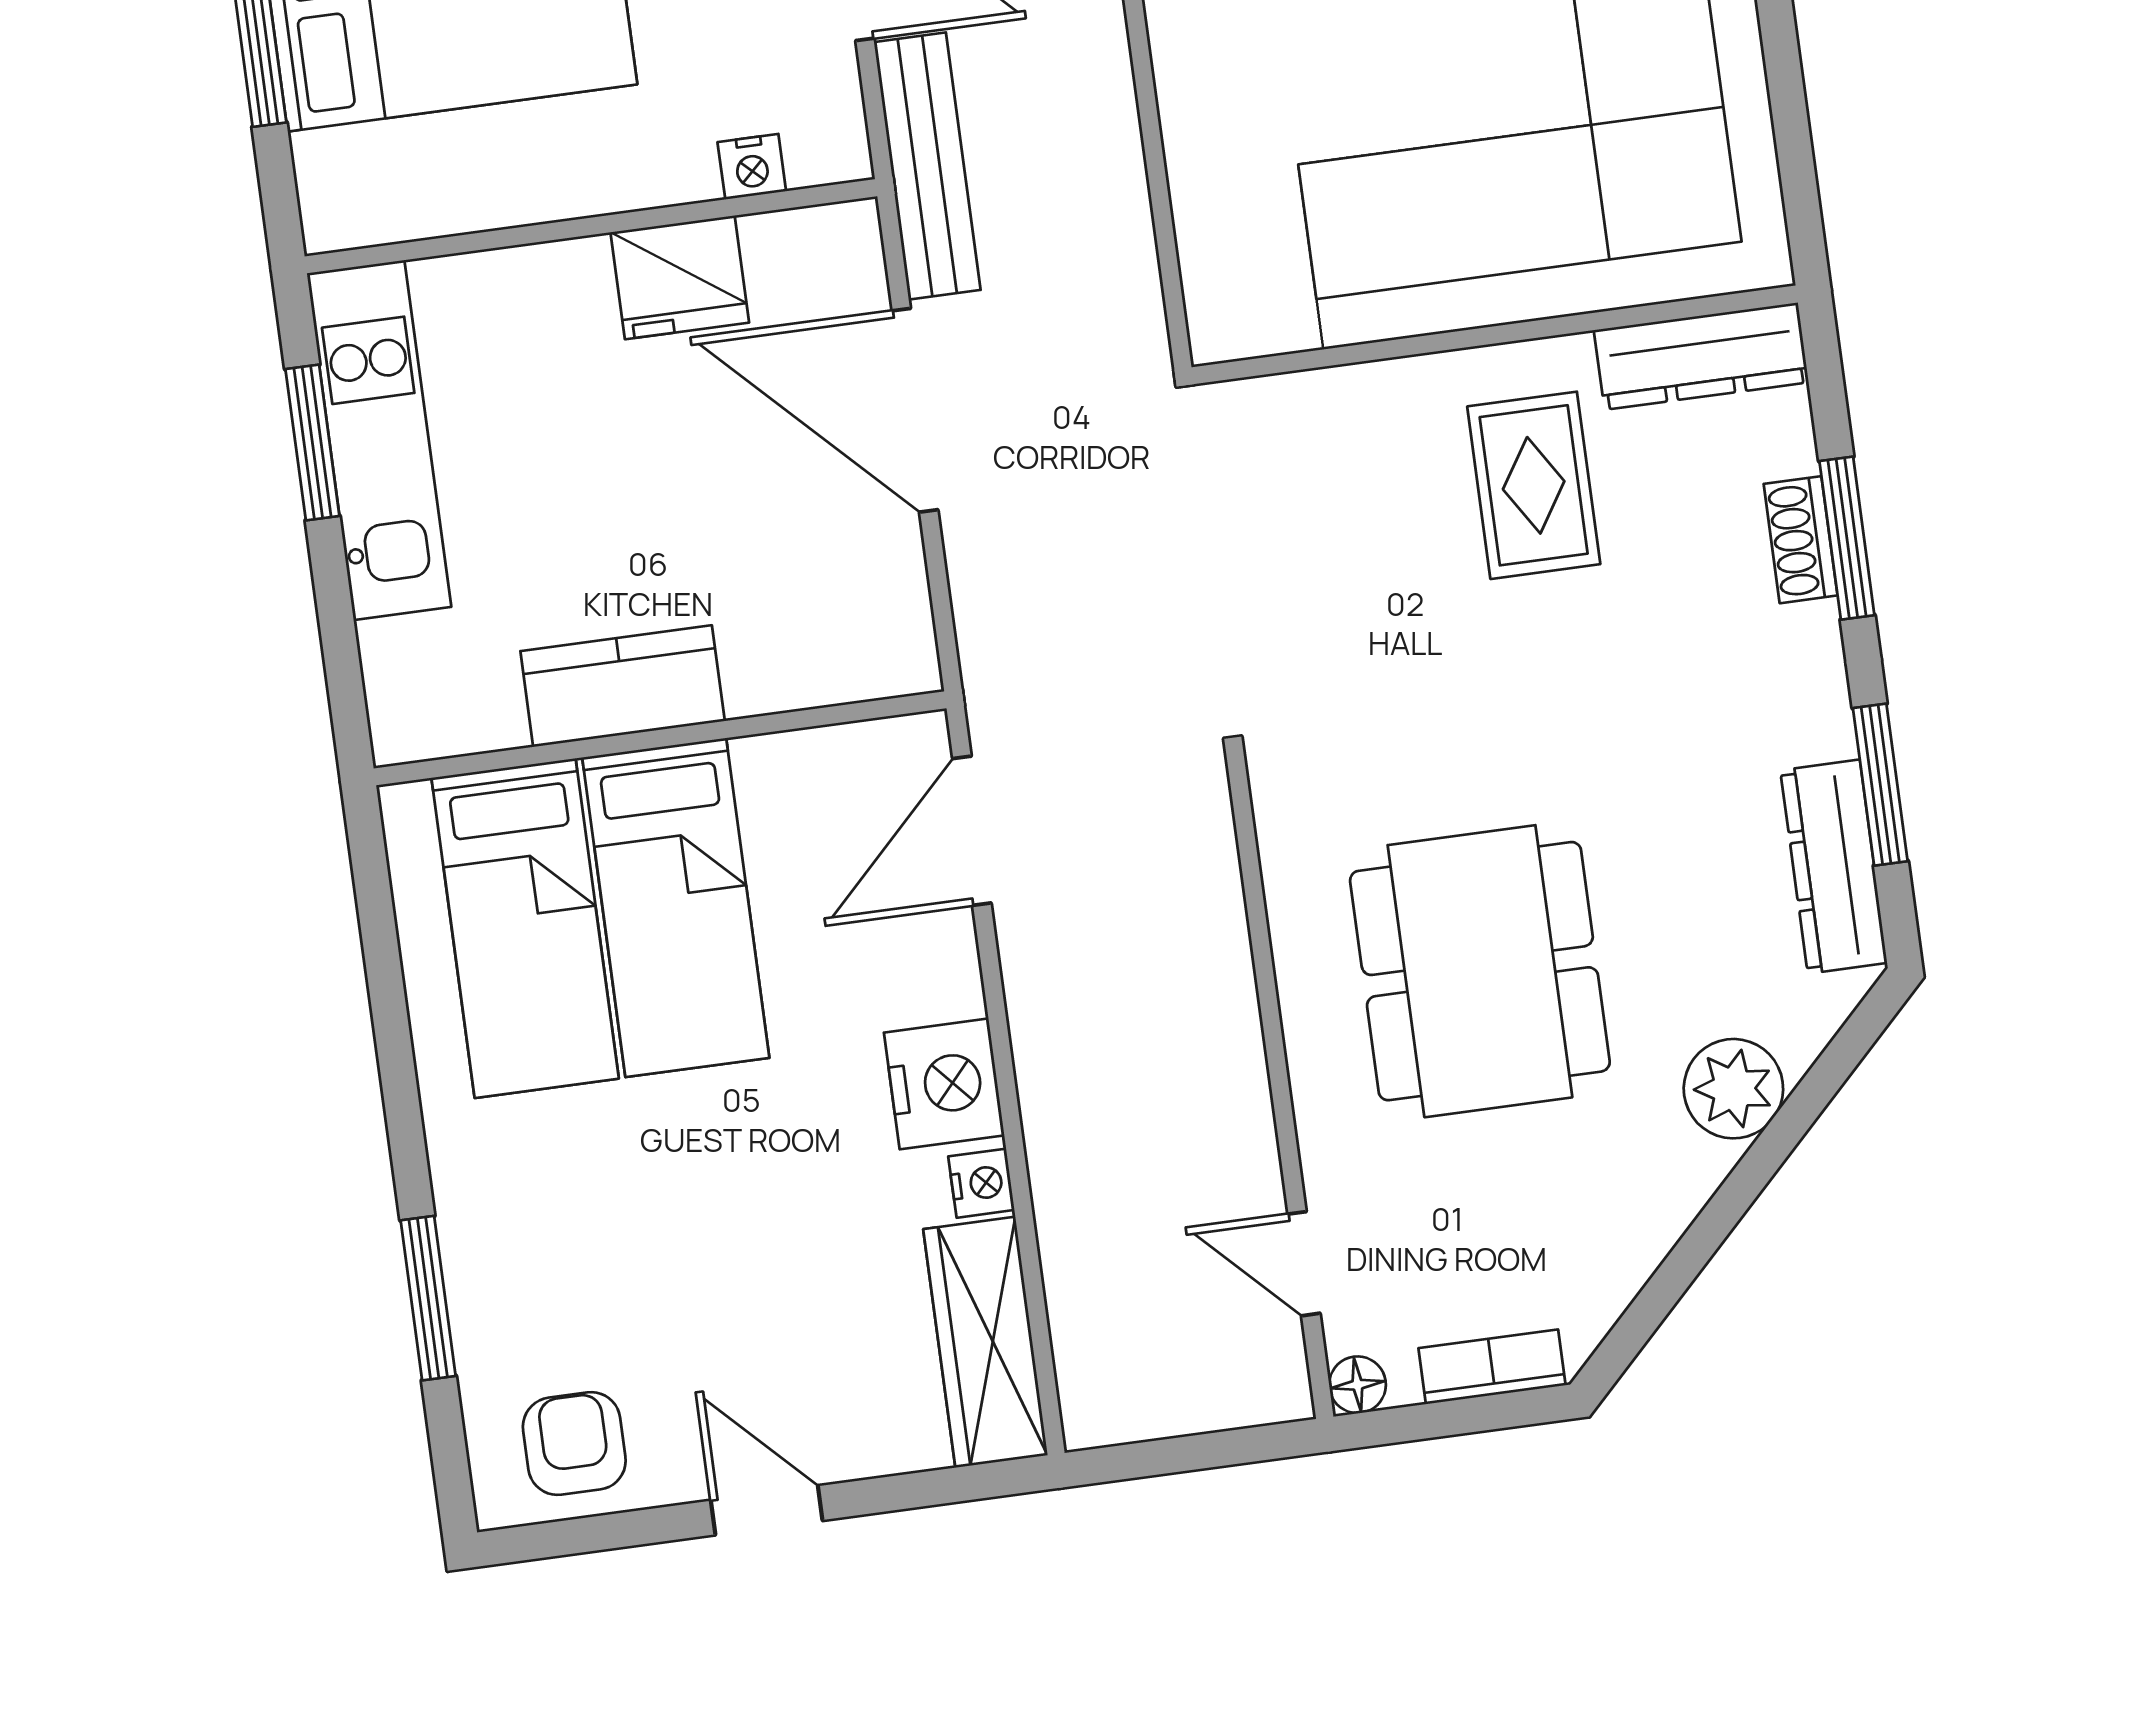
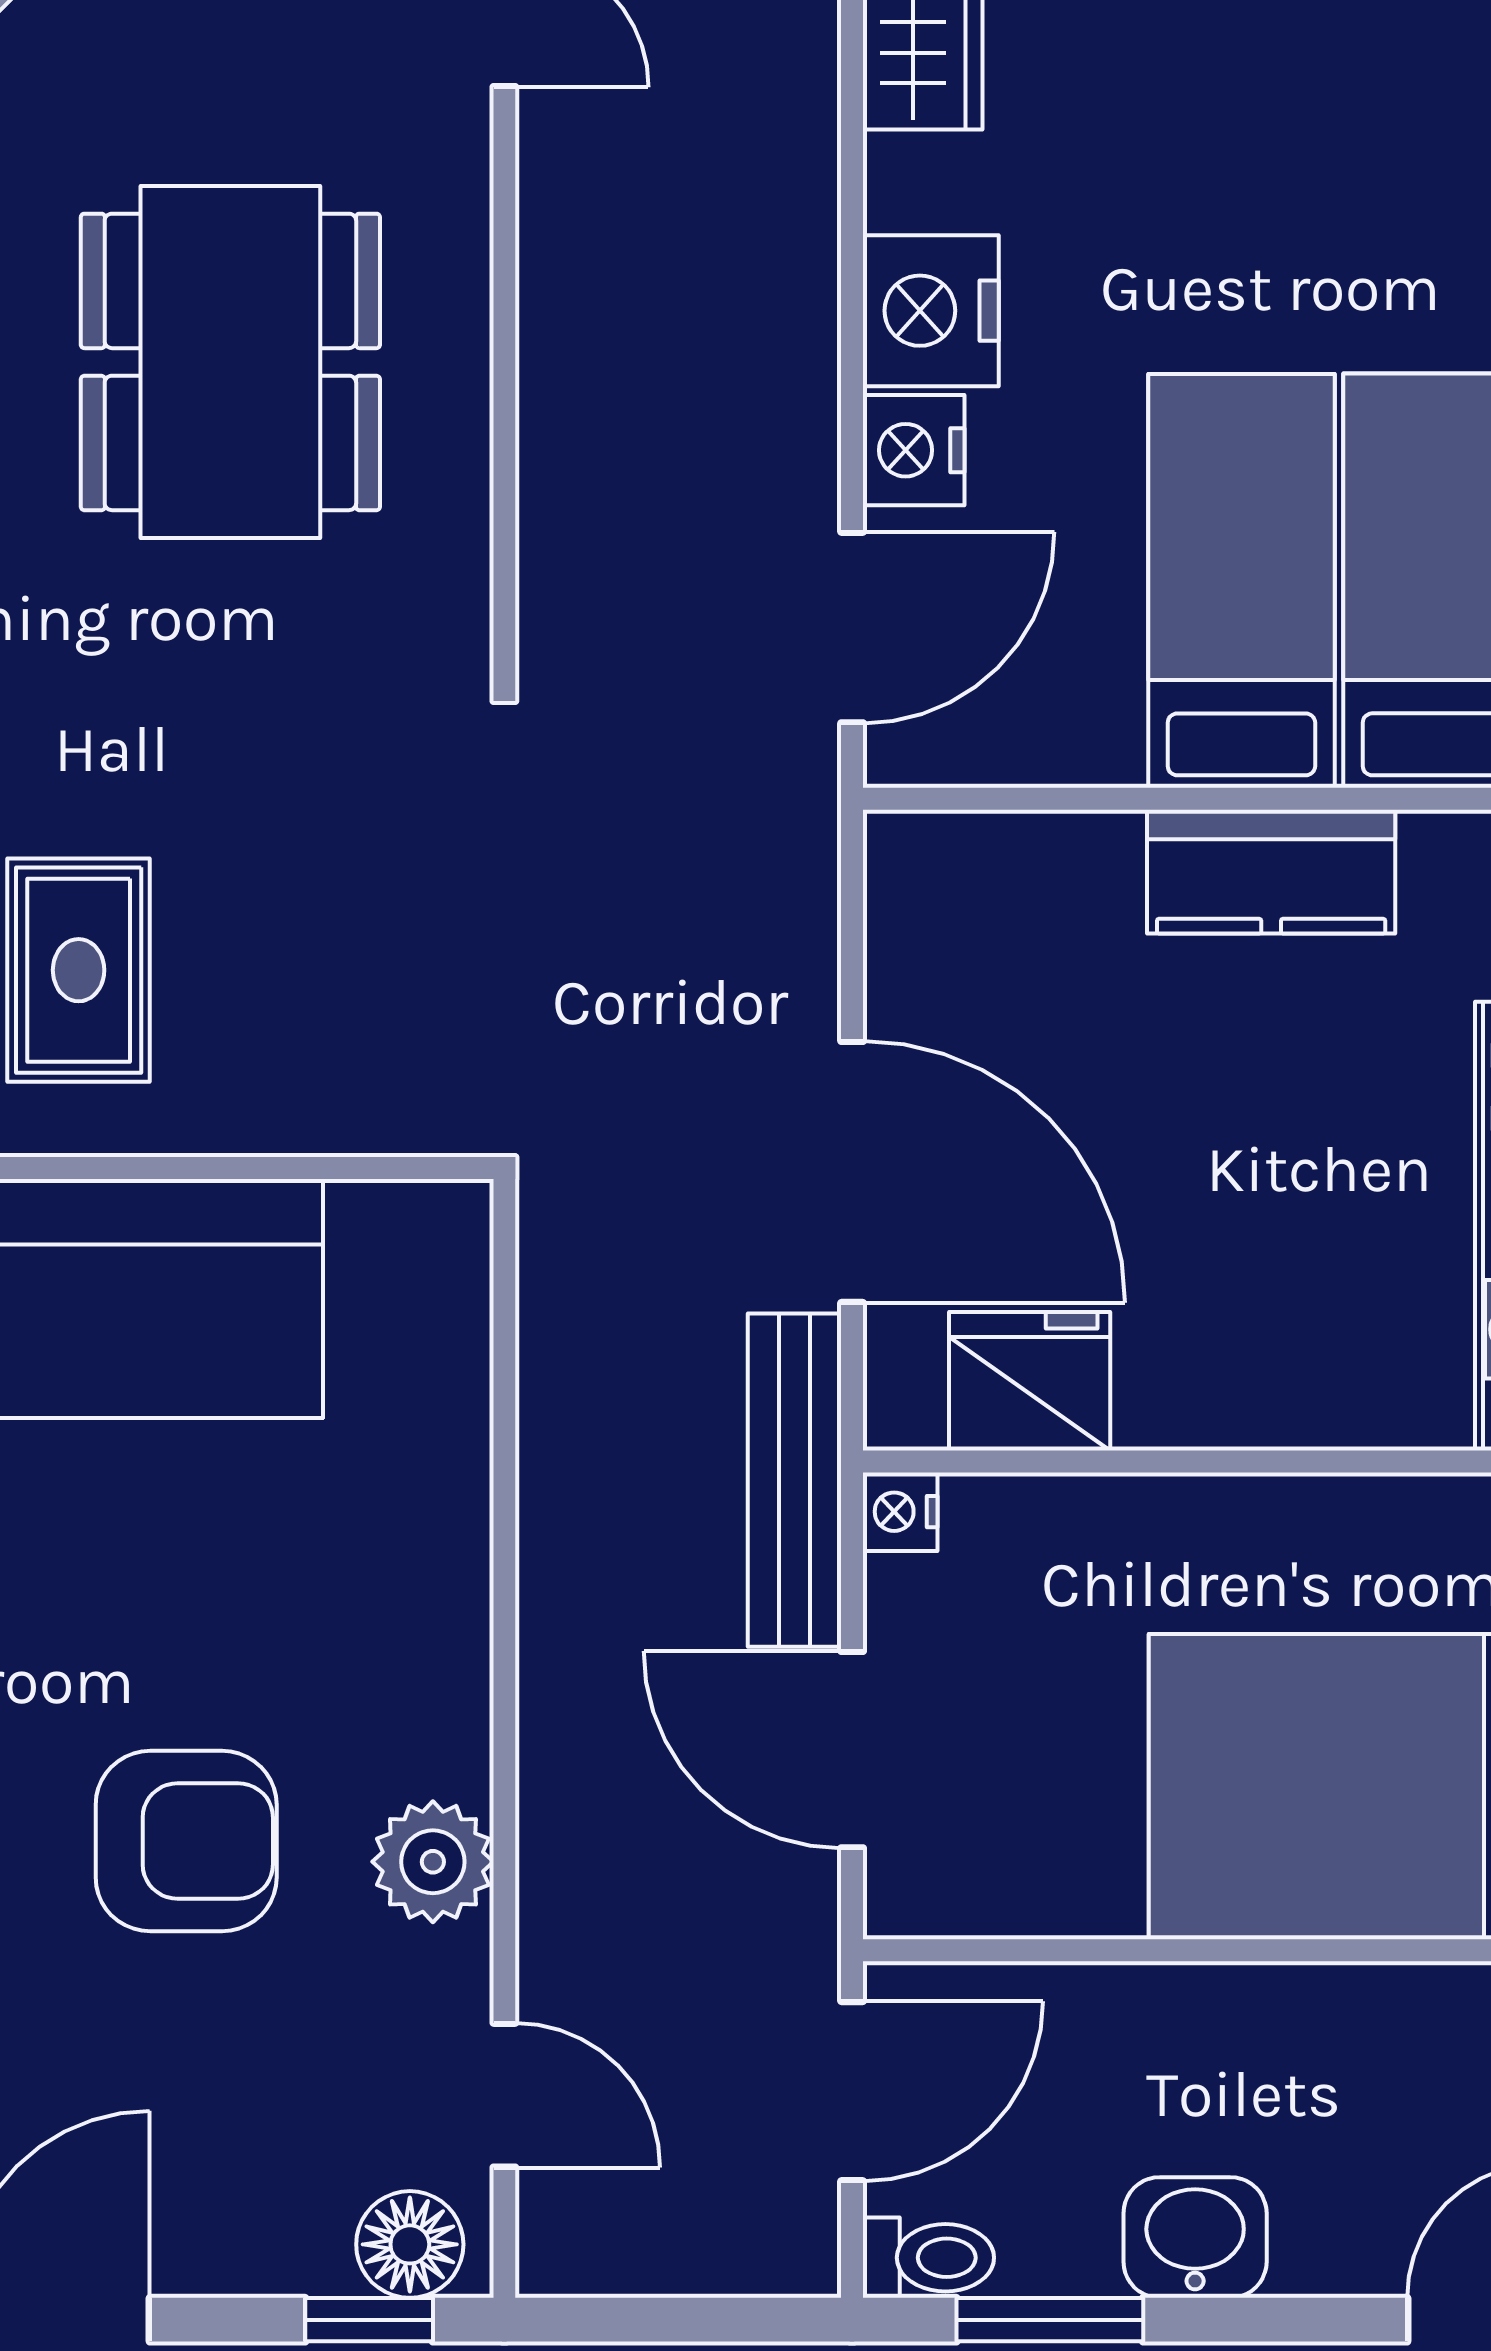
nightstand: (752, 167) -> (900, 1512), moved, turned -90
fridge: (680, 277) -> (1030, 1381), moved
nightstand: (981, 1183) -> (914, 450), moved, width x1.39, depth x1.35

